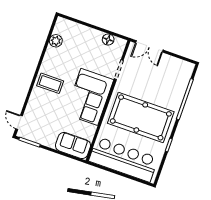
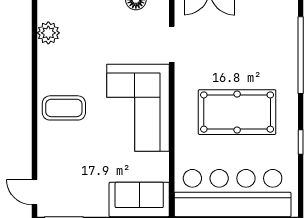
pool table: (141, 117) -> (237, 112), width x0.73, depth x0.76

